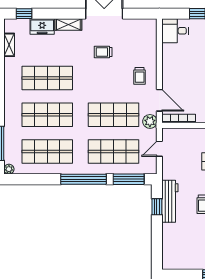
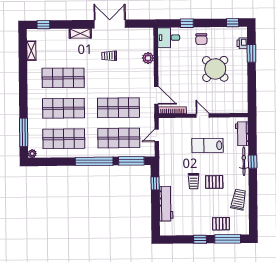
freezer: (42, 26) -> (59, 35), removed
trolley: (140, 76) -> (140, 75), removed
plant: (150, 121) -> (148, 58), moved
workbench: (170, 201) -> (166, 204), moved

